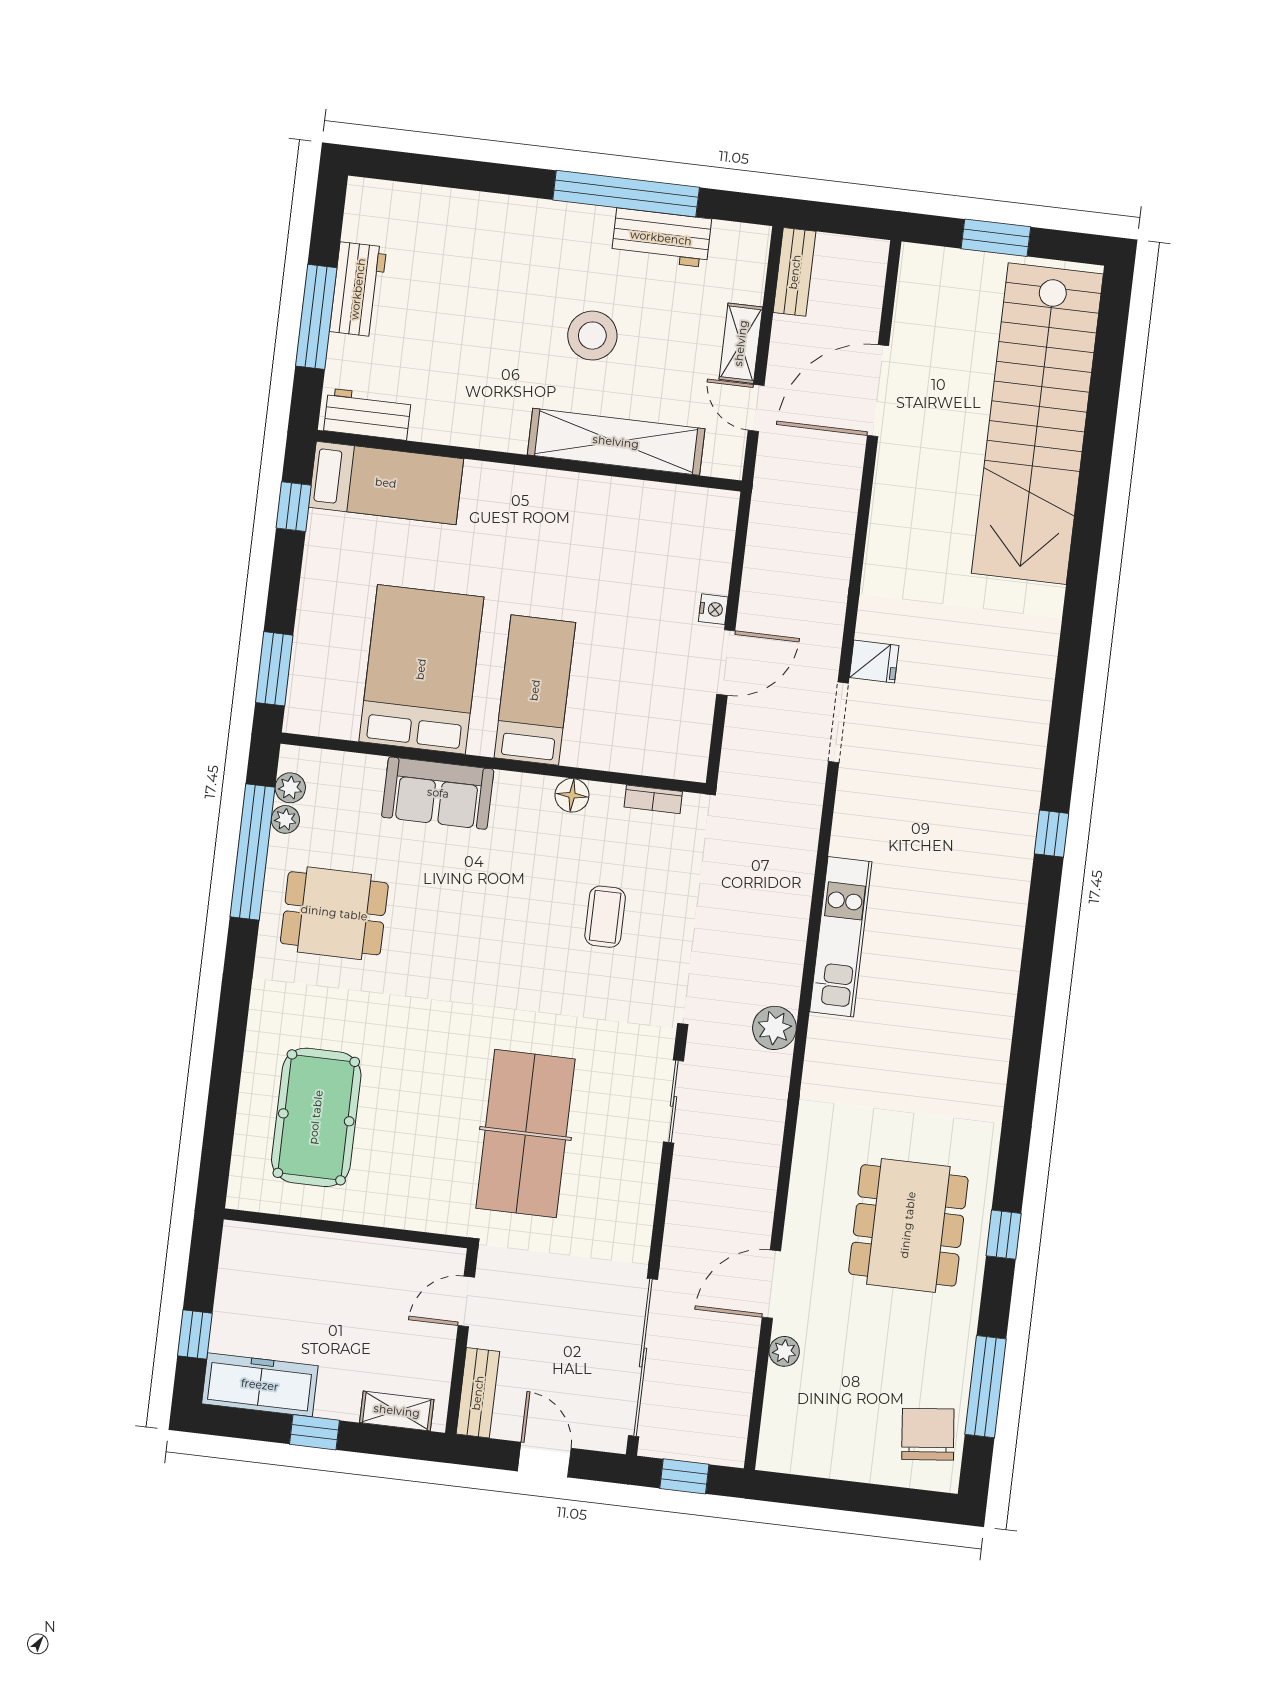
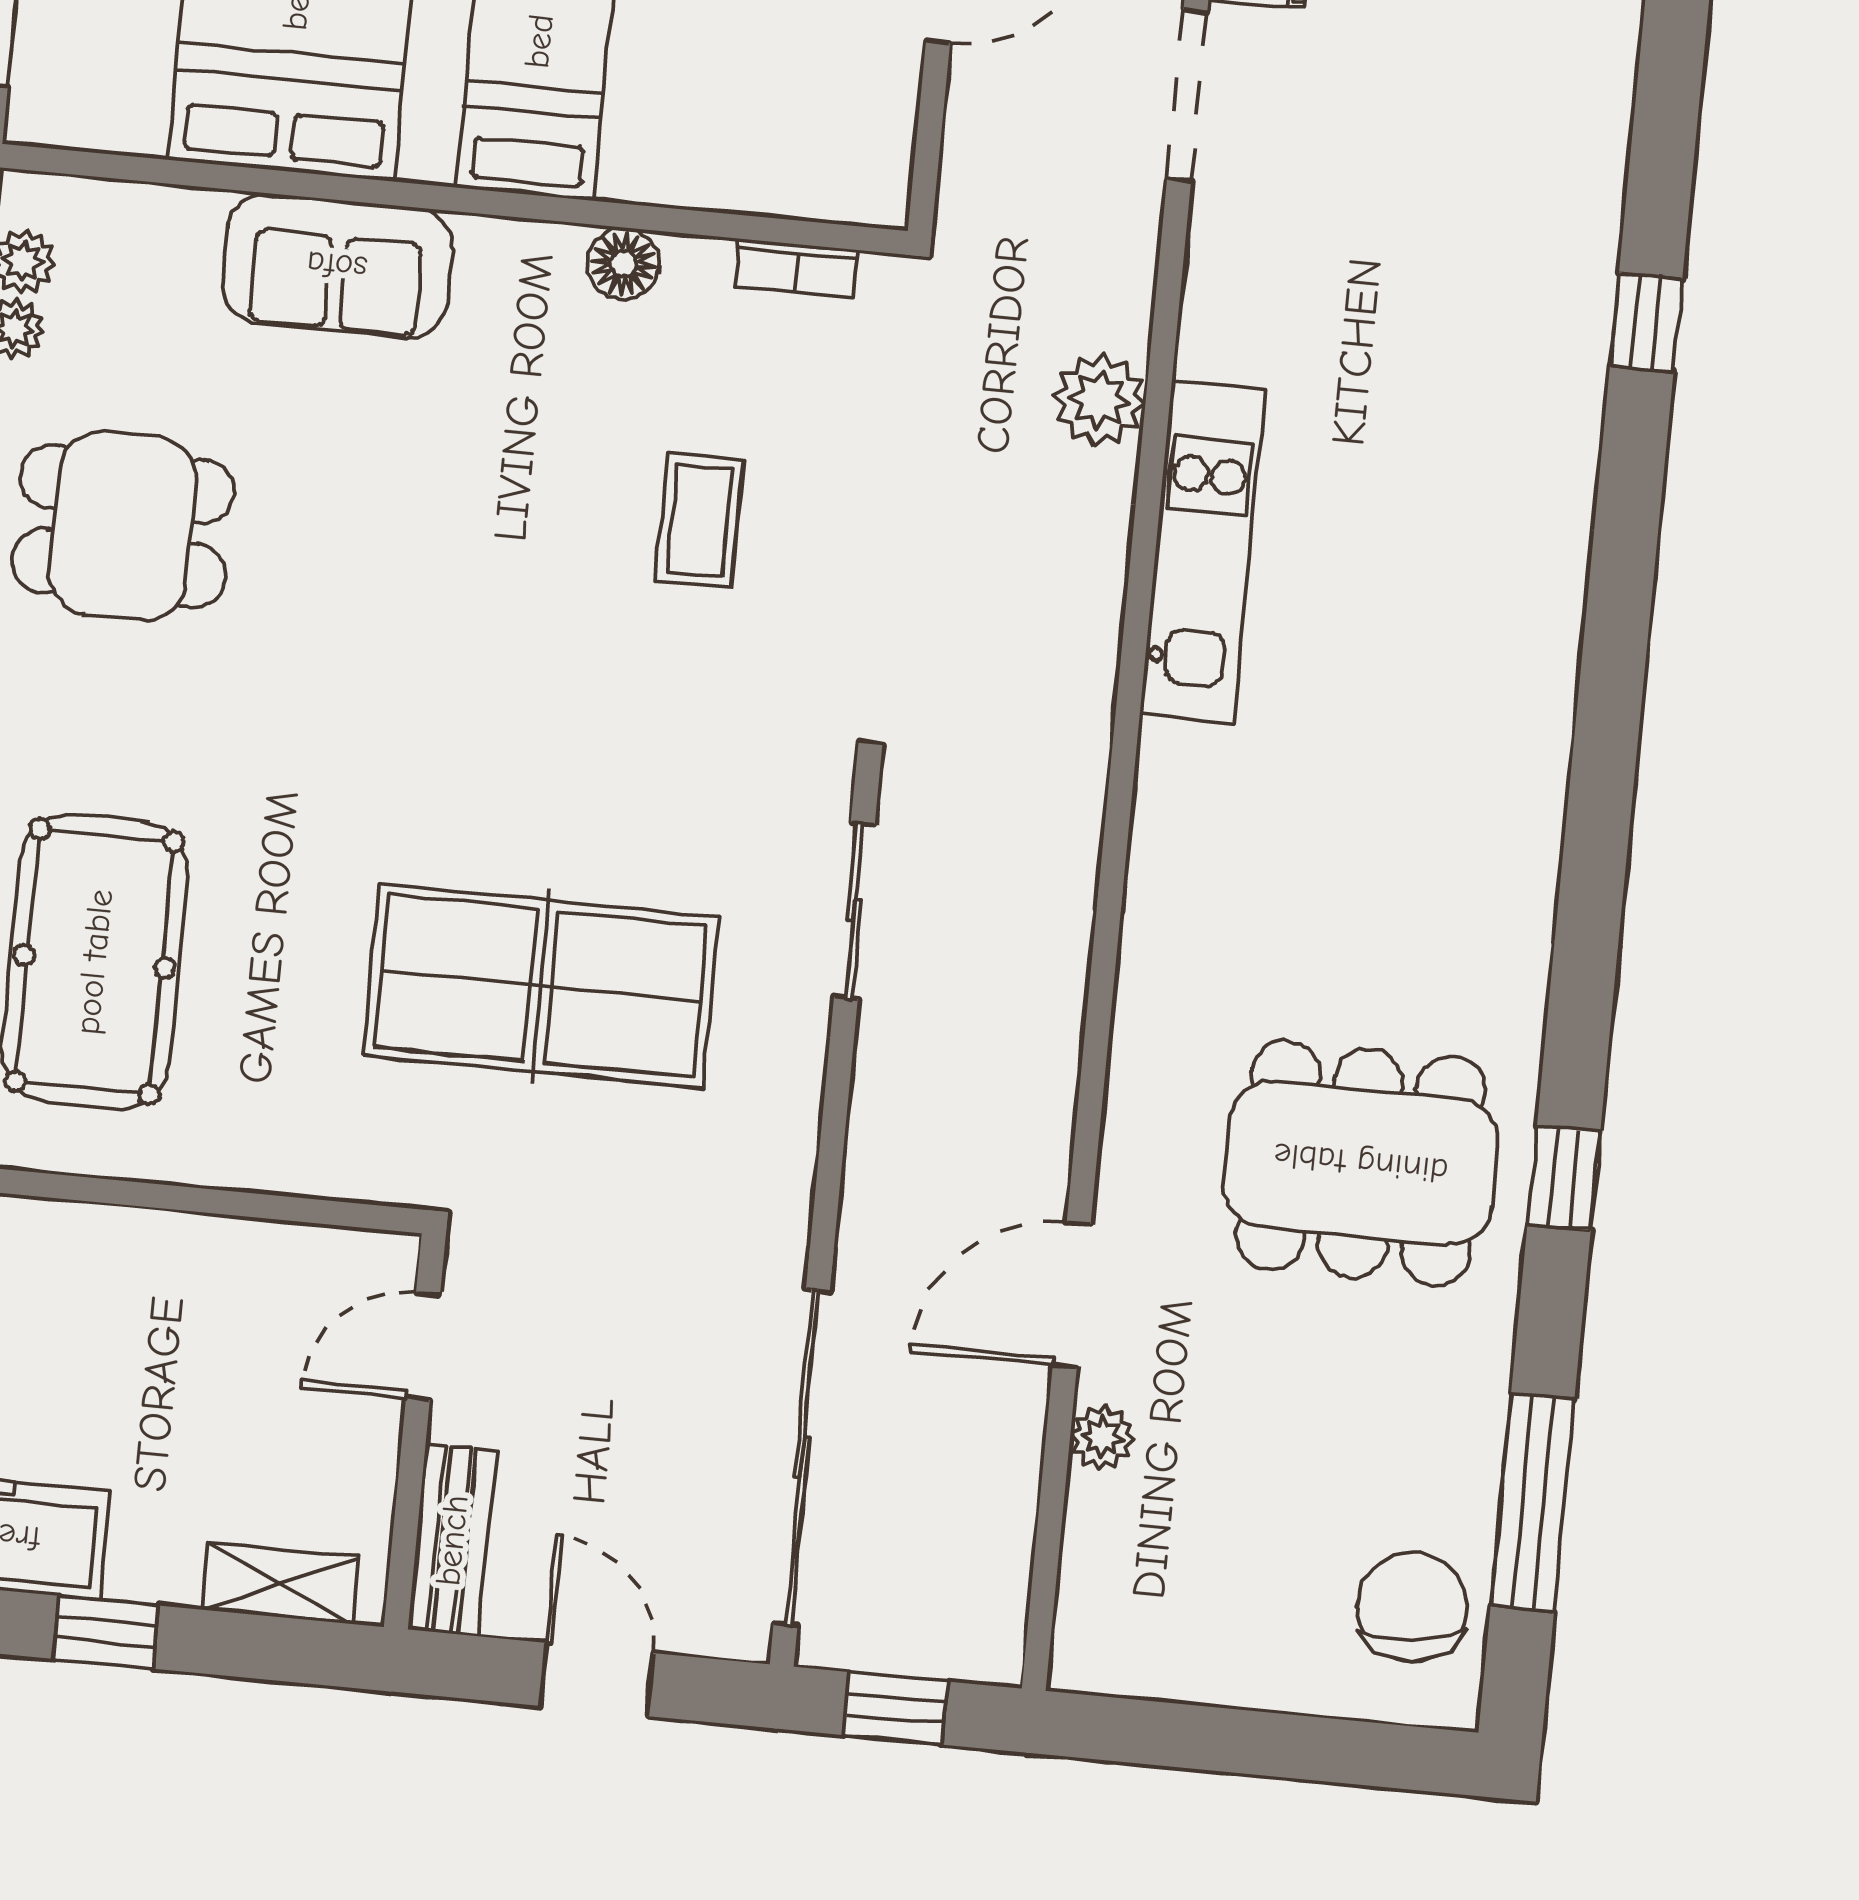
plant: (774, 1028) -> (1099, 400), moved
table tennis table: (526, 1134) -> (541, 986), turned 90
dining table: (908, 1225) -> (1361, 1163), turned 90

